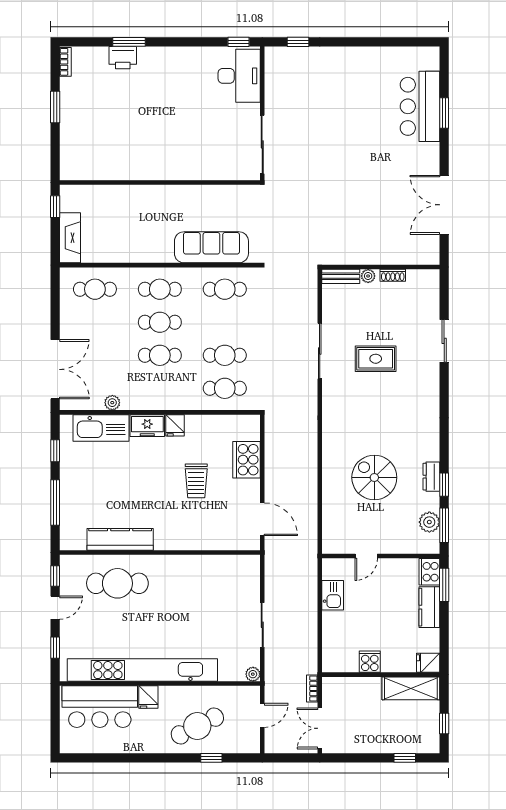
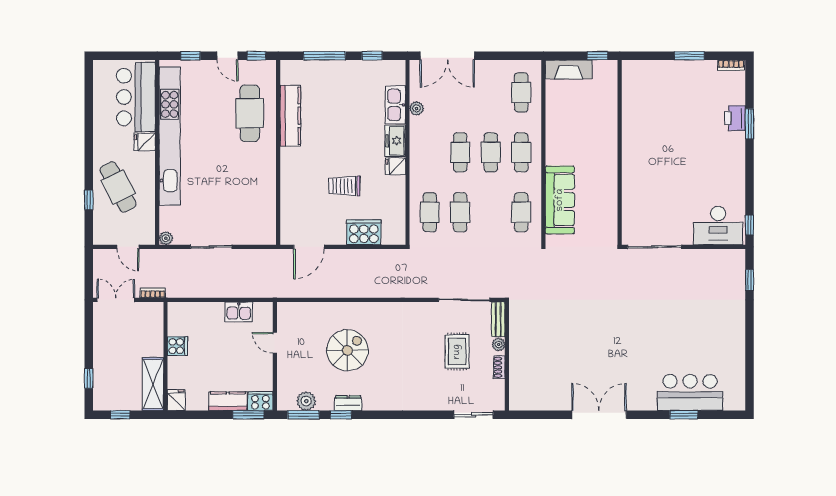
wall: (381, 267) -> (507, 356), moved
shoe rack: (393, 275) -> (499, 367), moved
bench: (341, 276) -> (498, 319), moved
plant: (368, 276) -> (499, 345), moved
kitchen sink: (101, 428) -> (396, 105), width x0.73, depth x0.81

